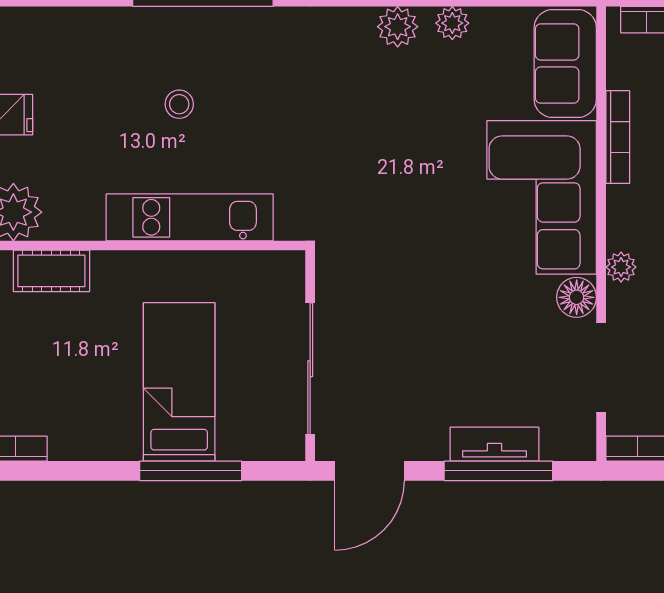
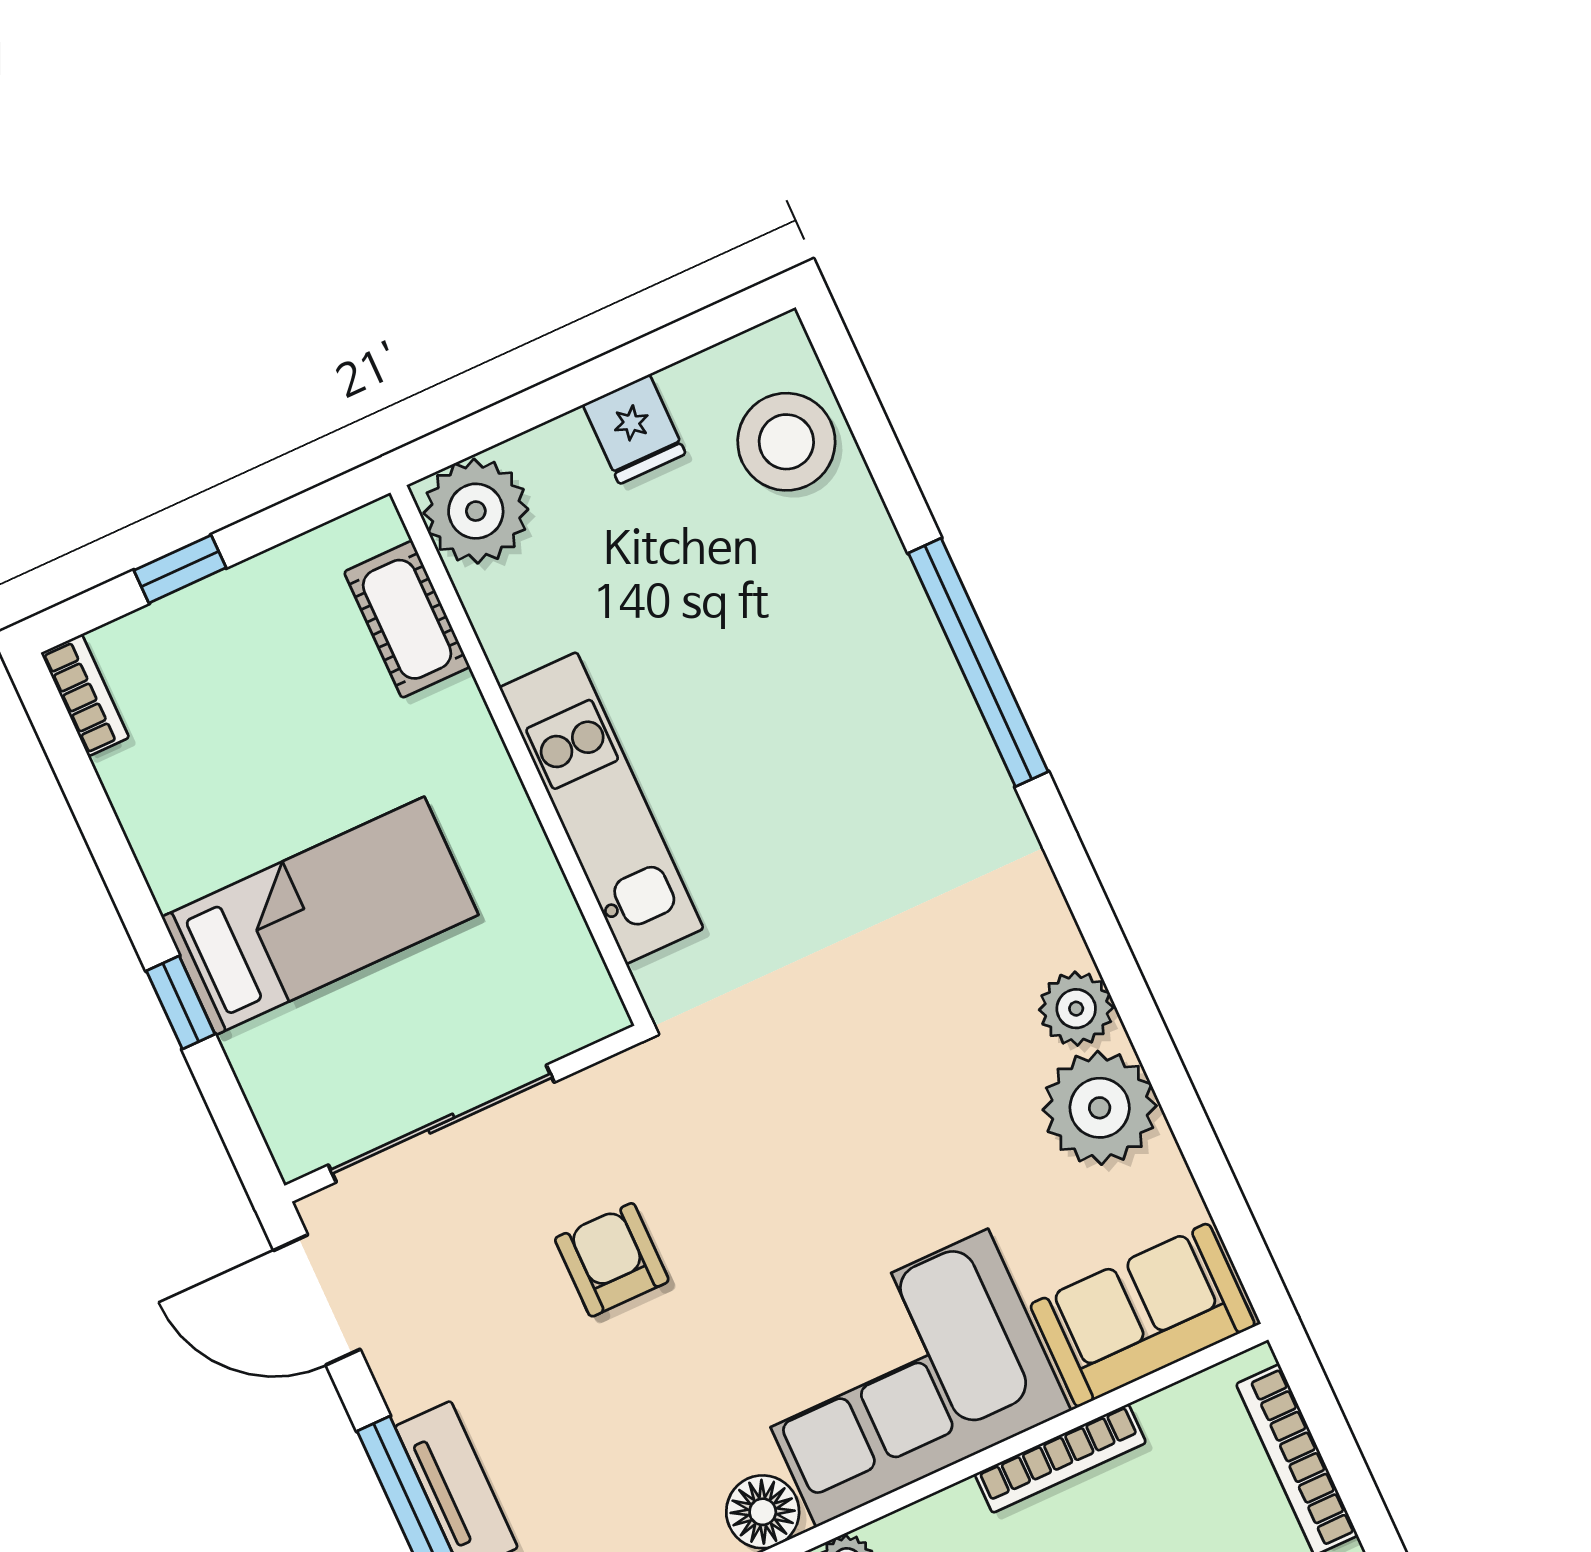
plant: (452, 23) -> (1100, 1108), width x1.88, depth x1.88
stool: (179, 104) -> (786, 442), moved, width x1.89, depth x1.89
armchair: (417, 315) -> (612, 1260), added
window: (191, 471) -> (181, 1003), width x0.46

